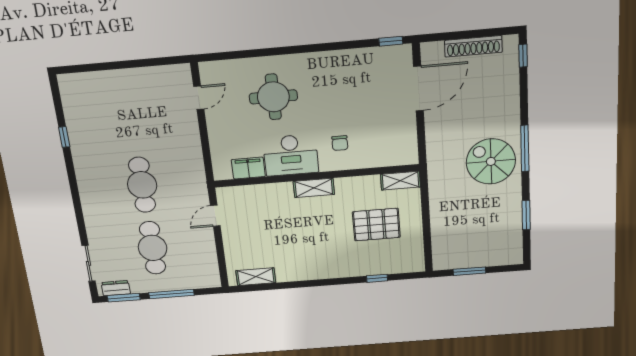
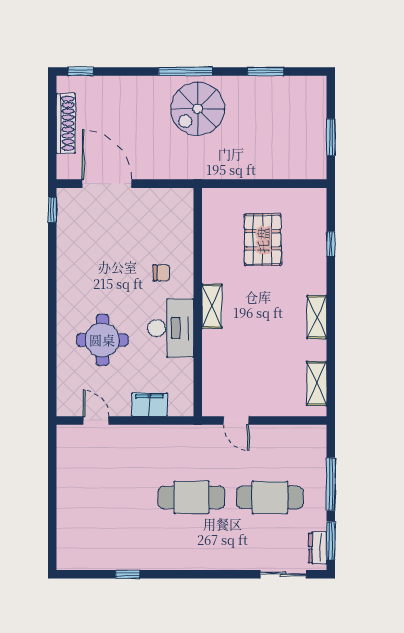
filing cabinet: (248, 168) -> (149, 405), moved, turned 90
shelving: (400, 181) -> (317, 317), moved

